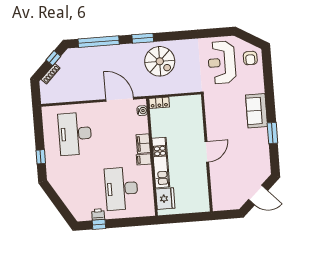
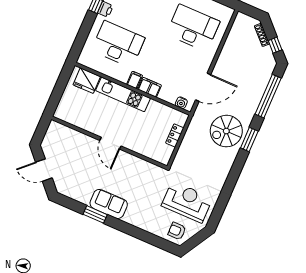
spiral stairs: (160, 61) -> (226, 131), moved
locker: (159, 103) -> (175, 135), moved
sofa: (257, 111) -> (109, 204), moved
door: (258, 195) -> (44, 170), hinge flipped

